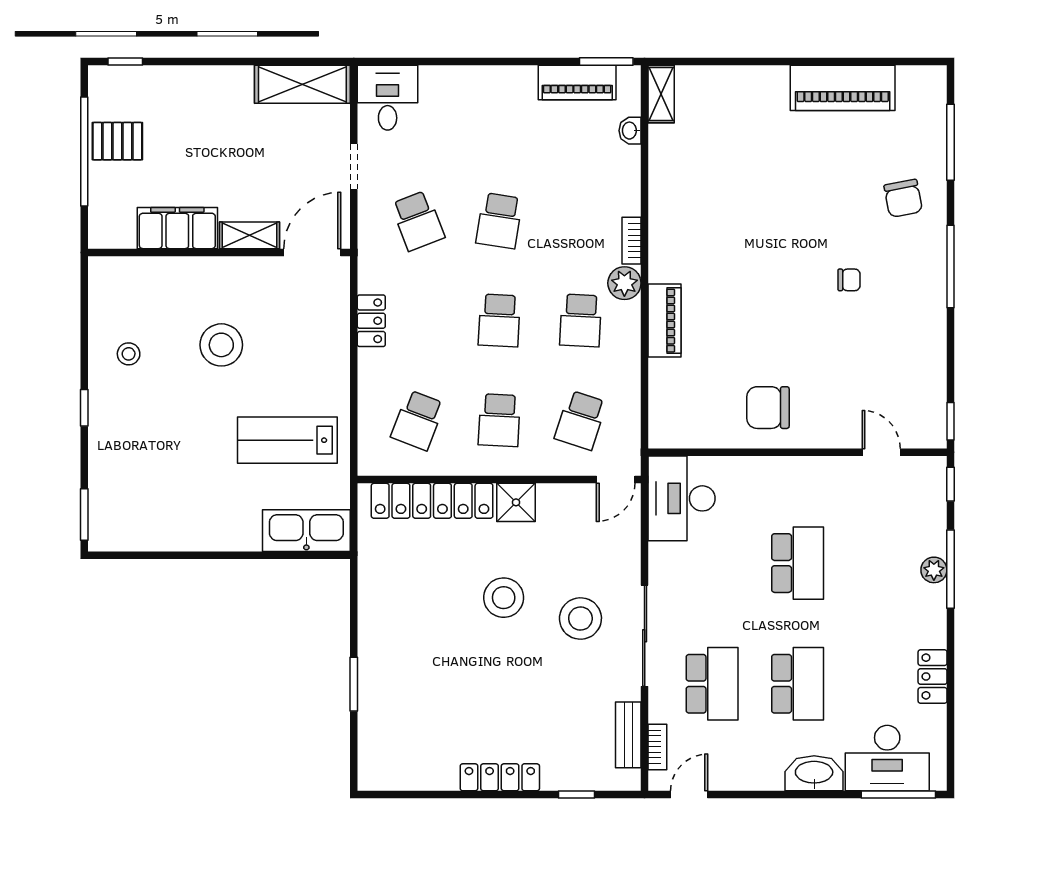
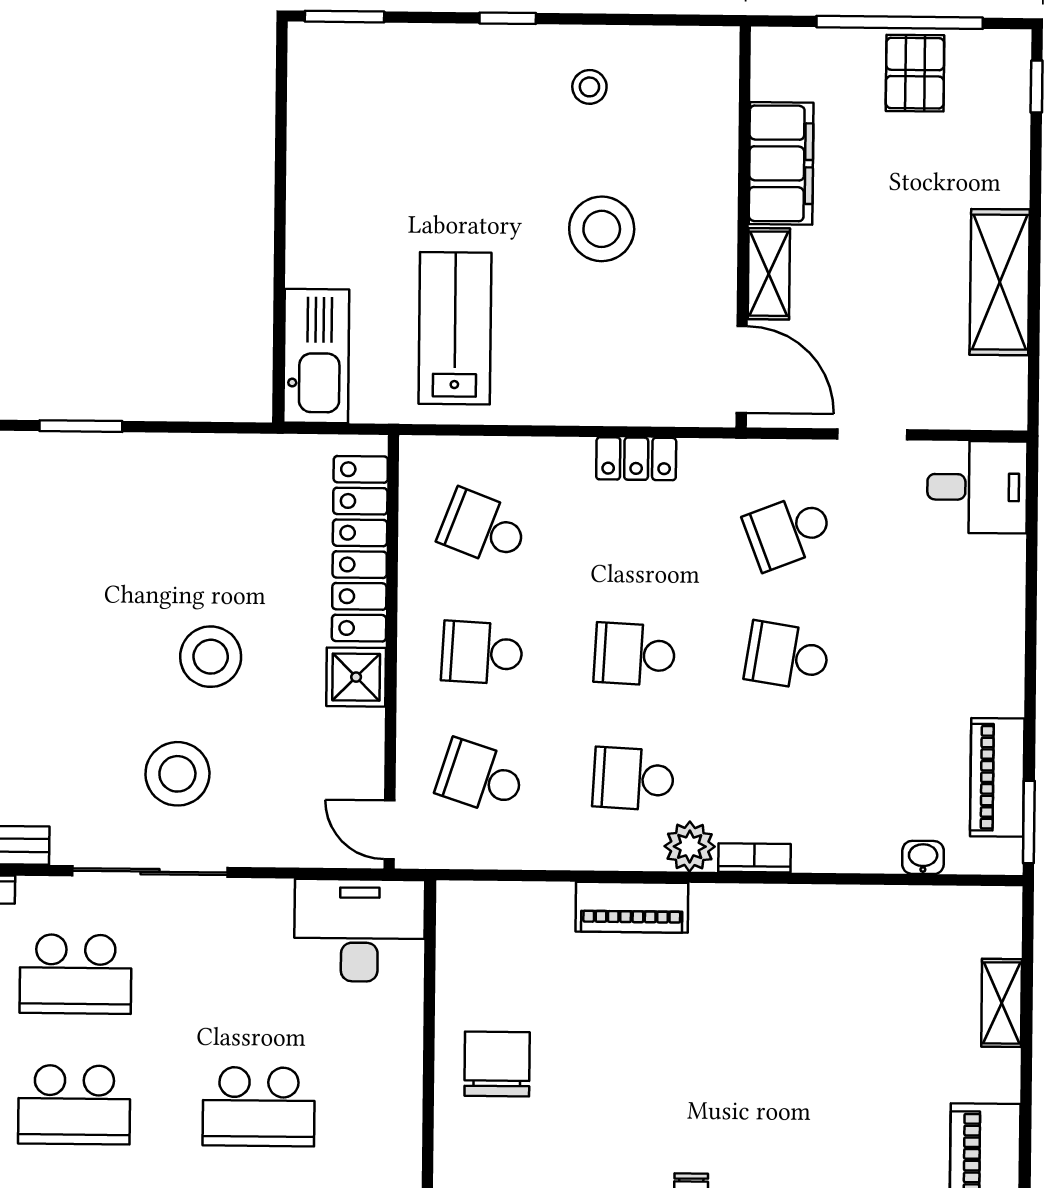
shelving: (302, 84) -> (1000, 282), moved
shelving: (661, 94) -> (1002, 1003), moved, turned 90

